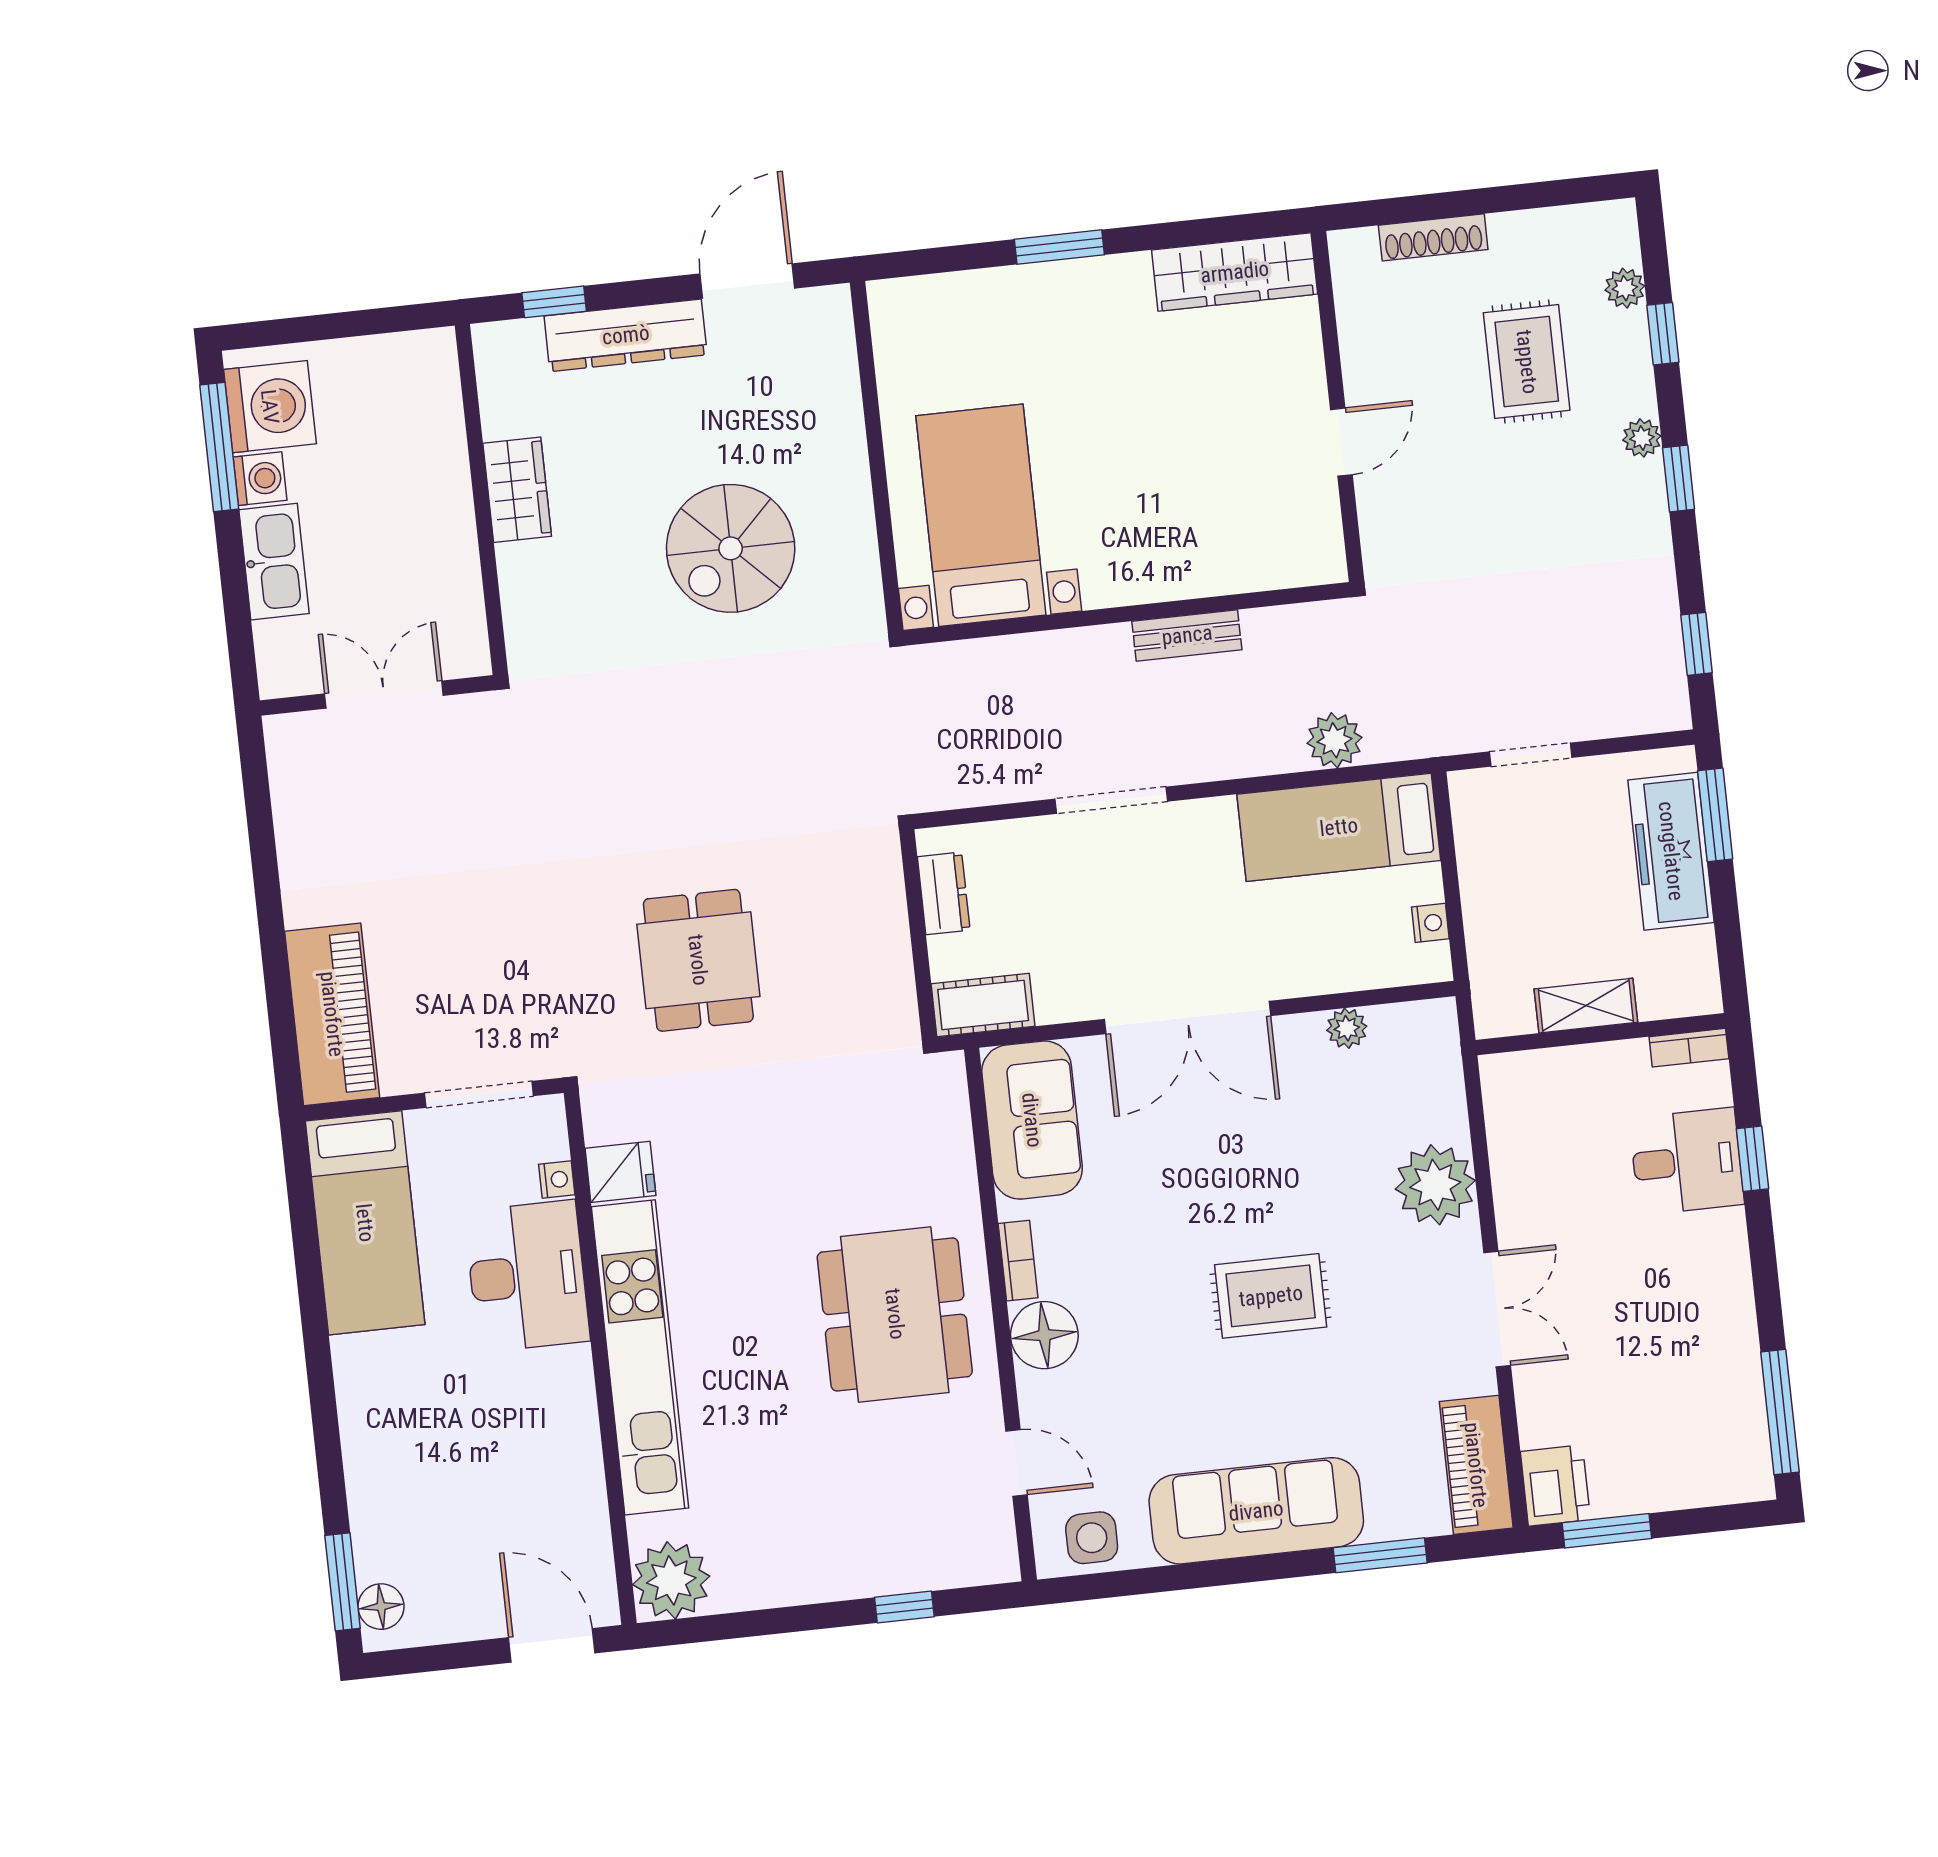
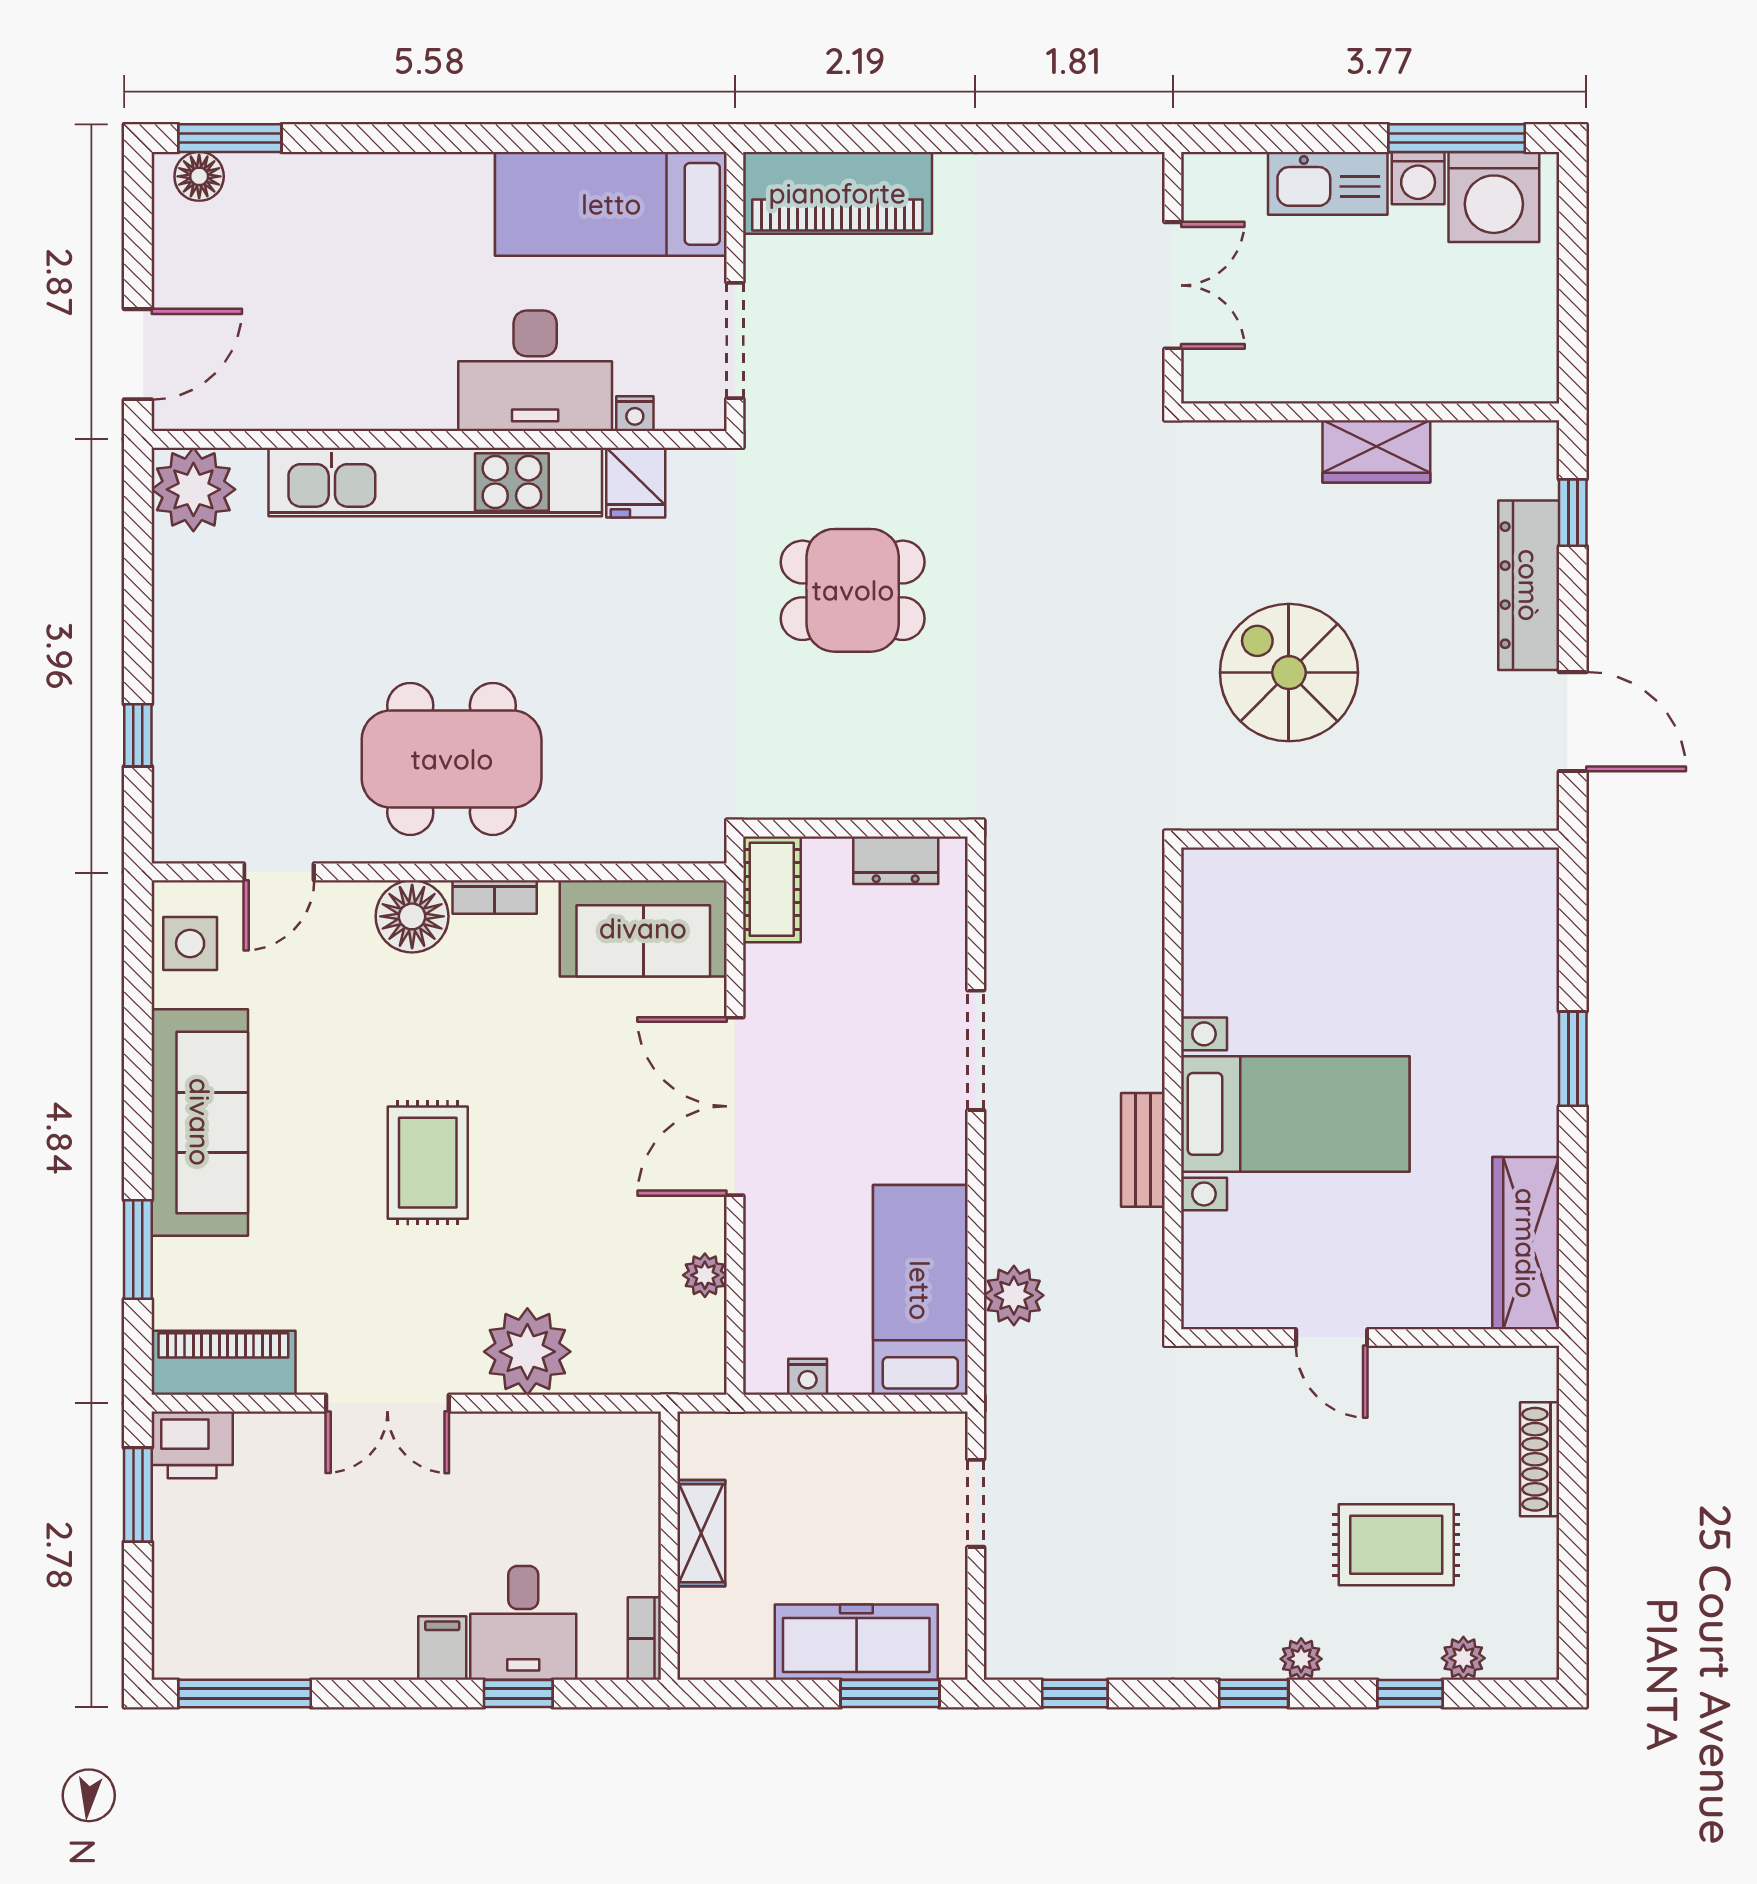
bed with nightstands: (981, 515) -> (1295, 1114), moved
filing cabinet: (1718, 1234) -> (442, 1648), added

